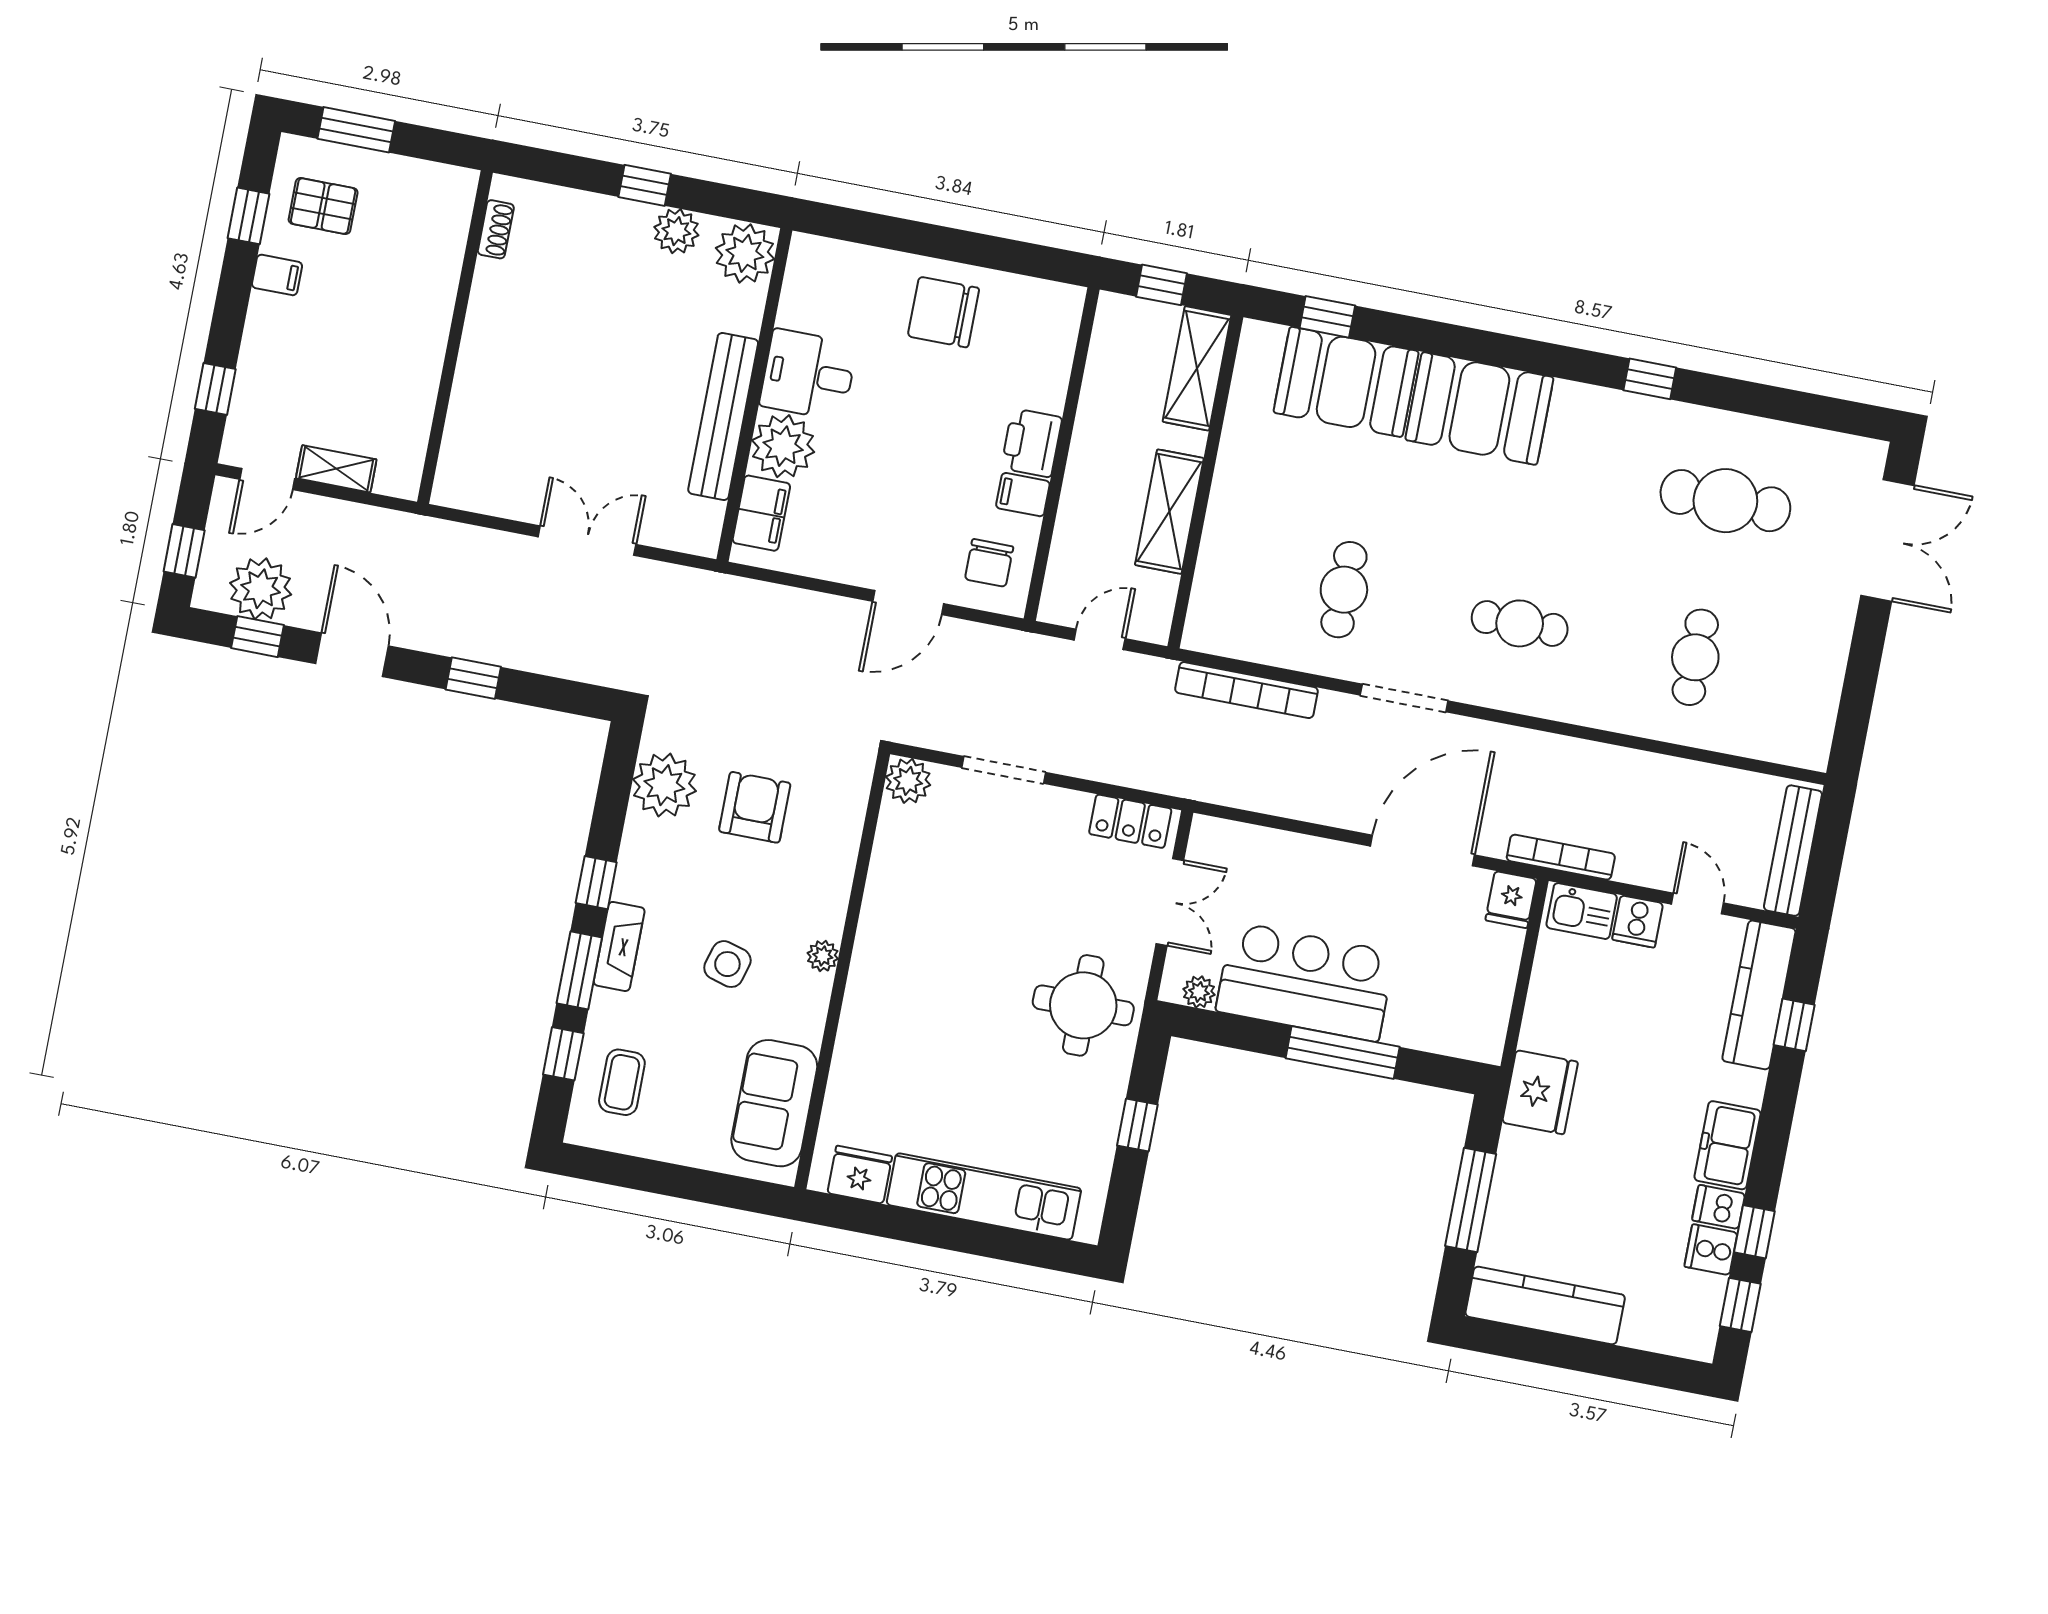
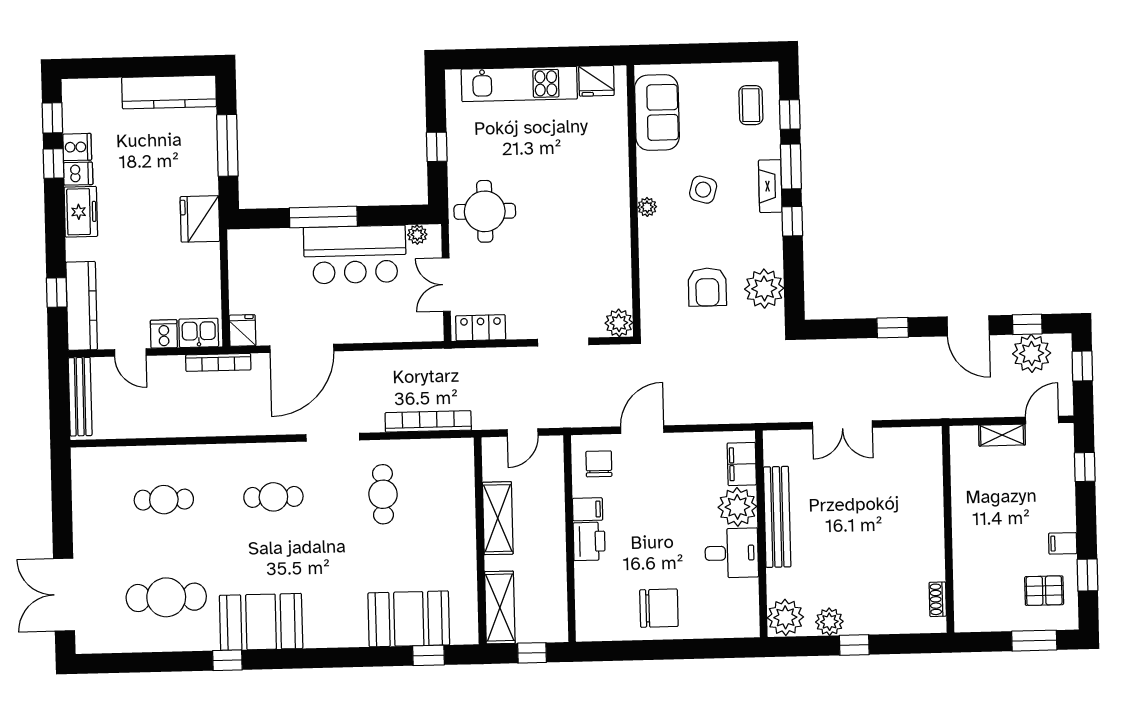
booth: (1479, 409) -> (261, 622), moved
cafe table: (1695, 657) -> (164, 500), turned 90

